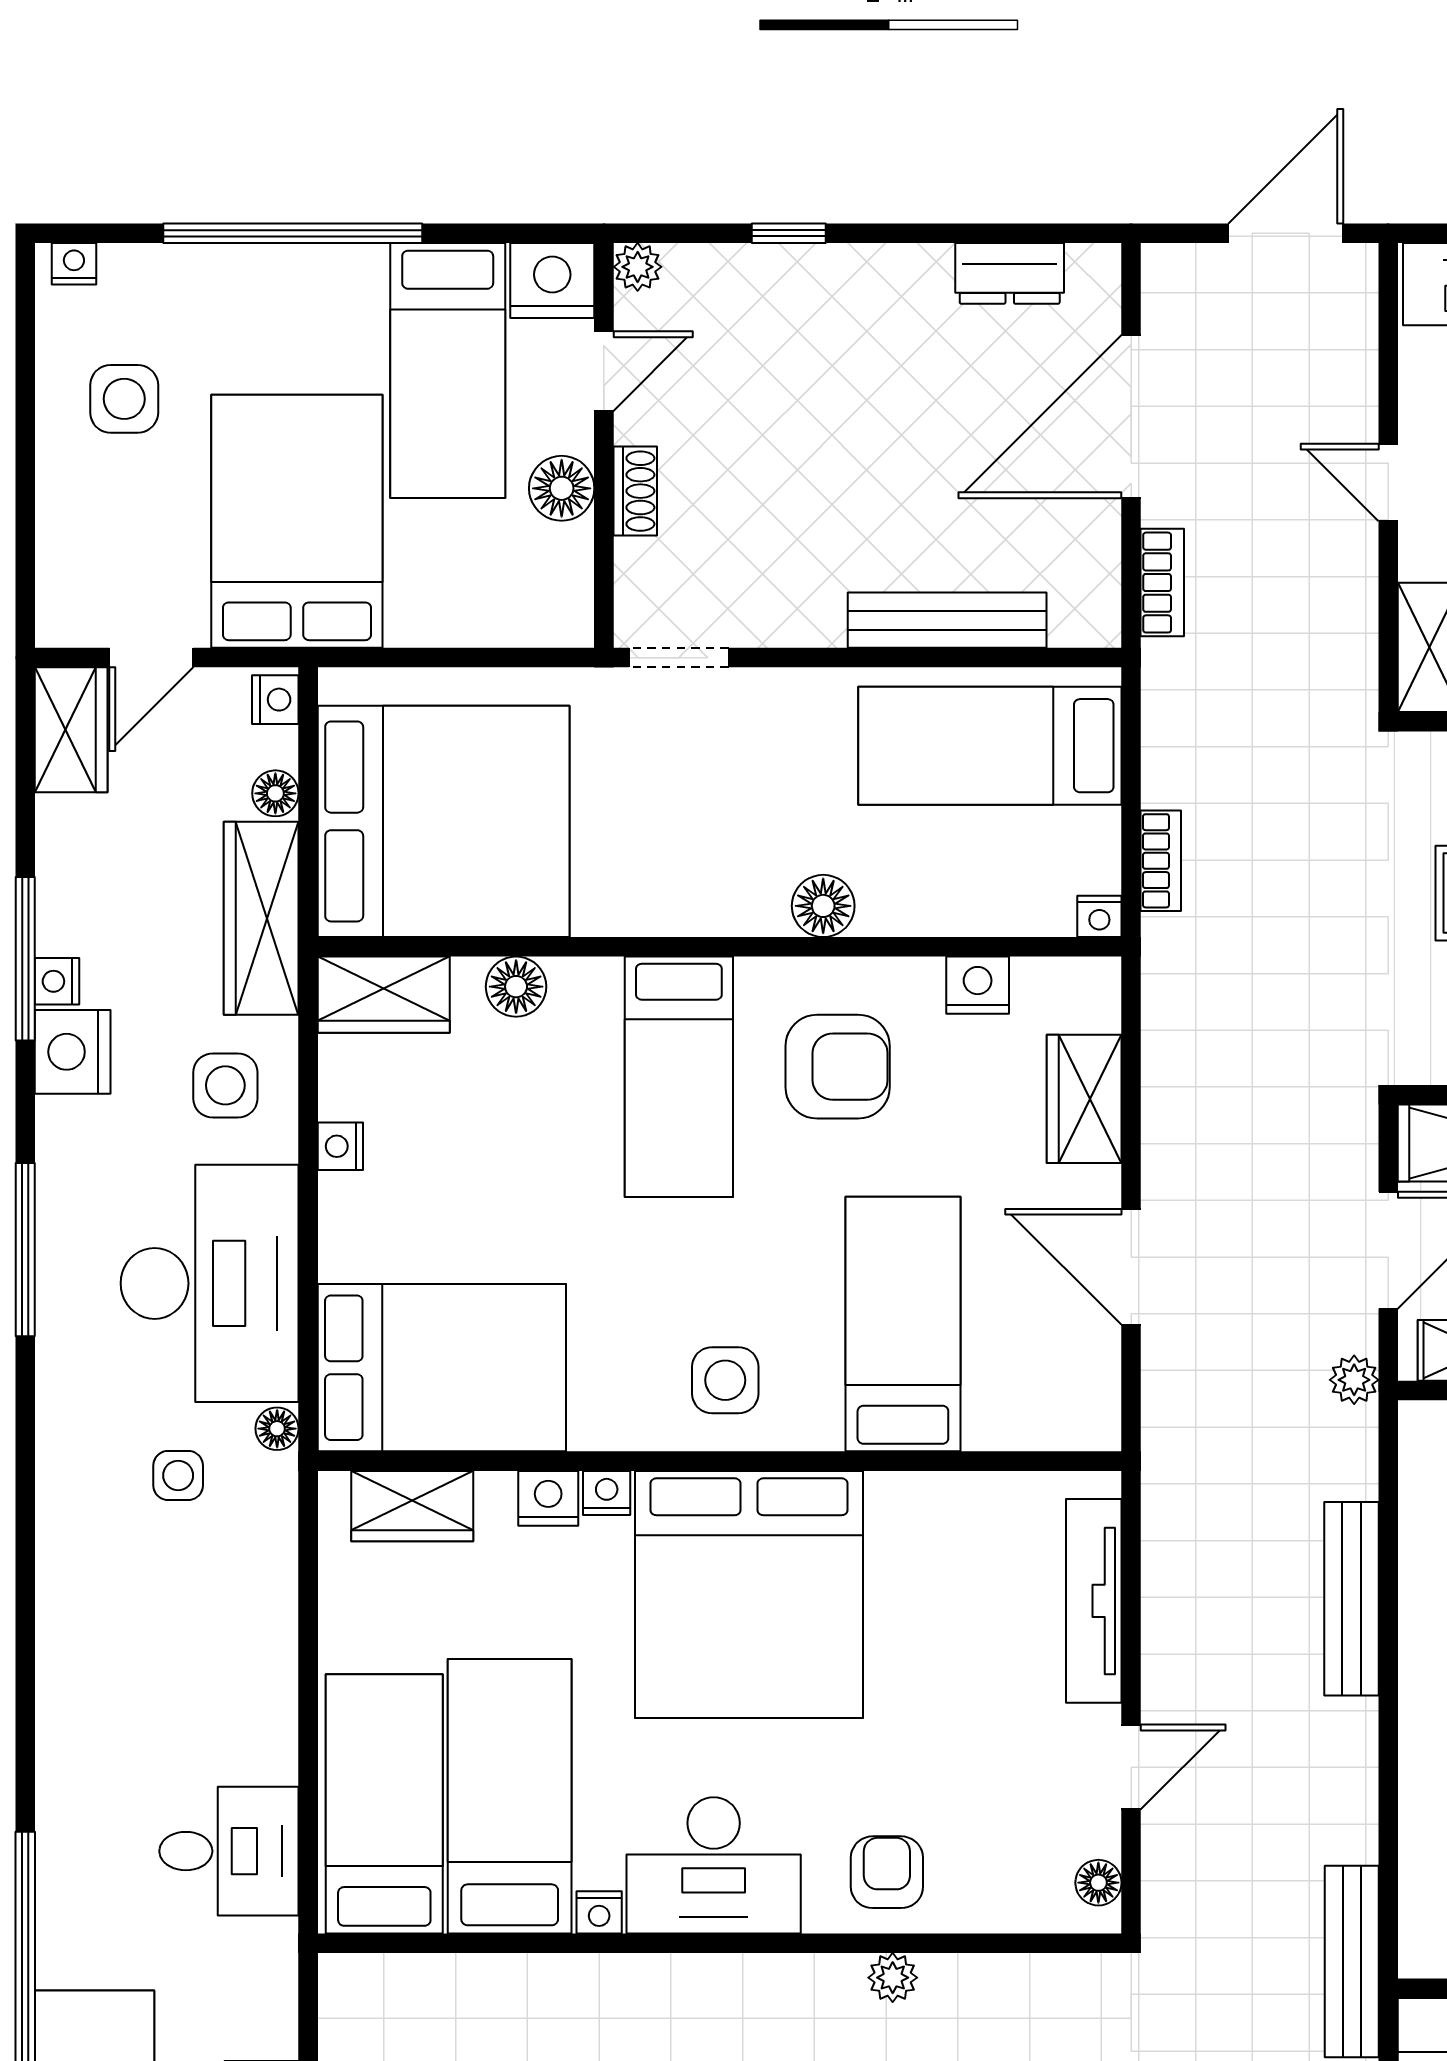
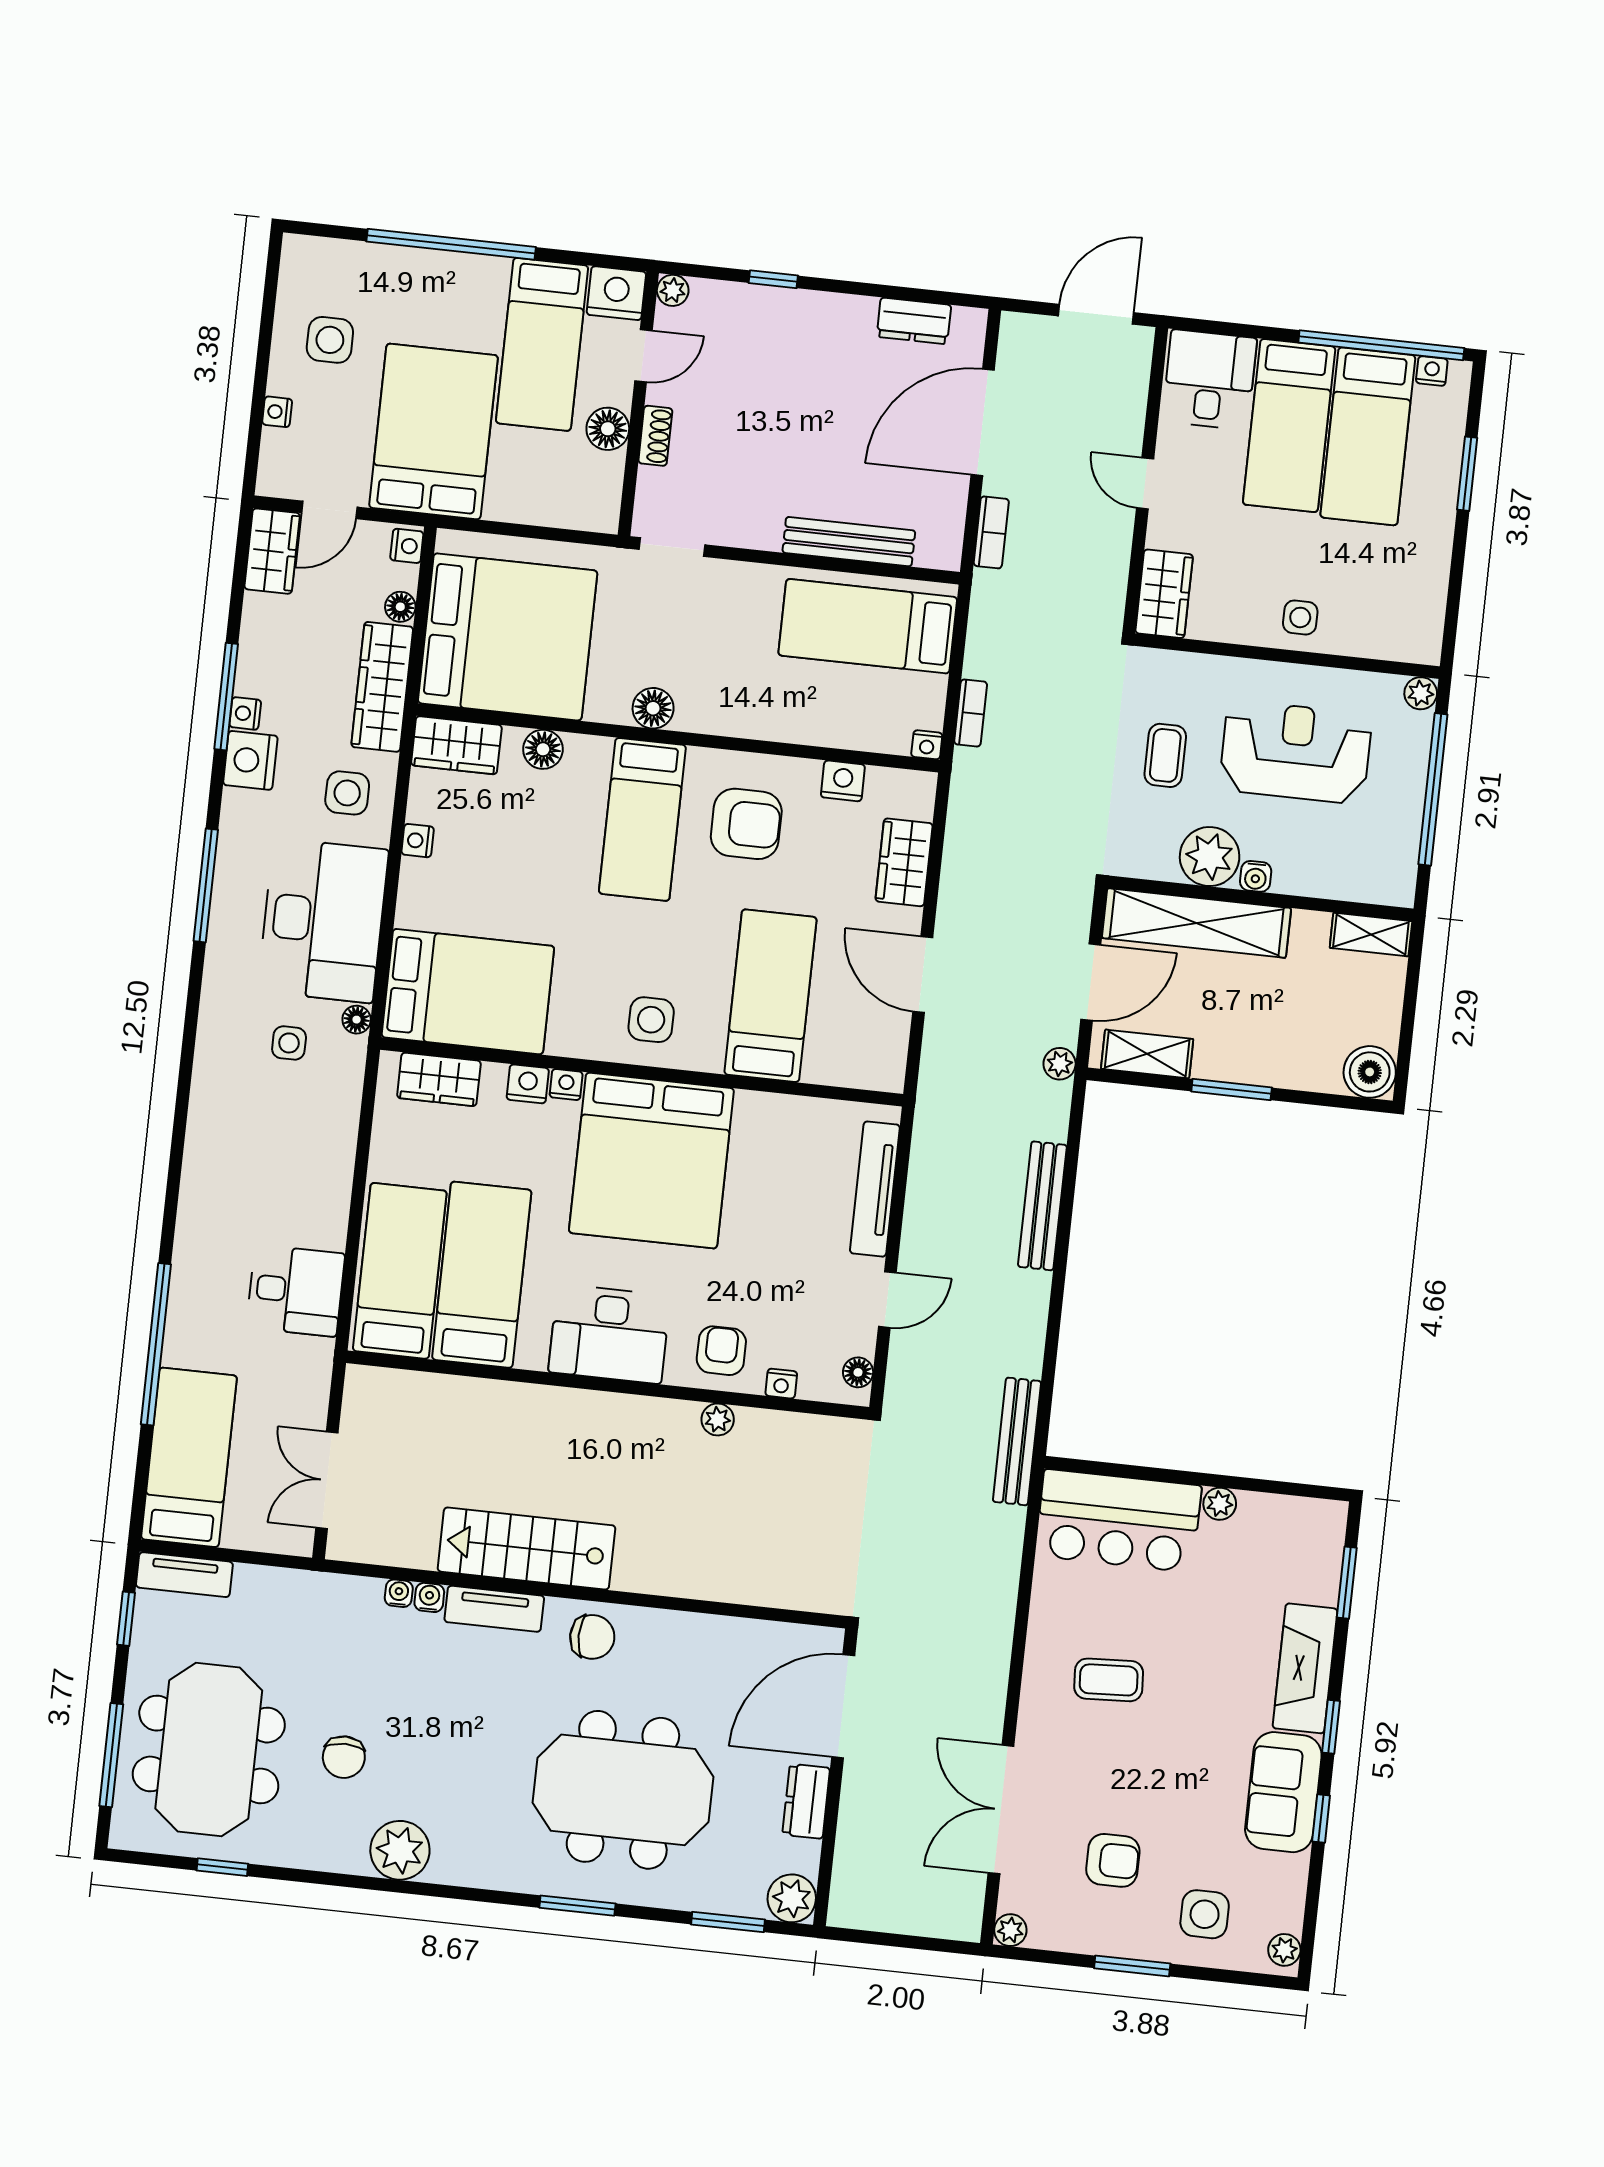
nightstand: (74, 264) -> (277, 412), moved, turned -90
floor lamp: (823, 906) -> (653, 708), moved
nightstand: (599, 1912) -> (781, 1384), moved

